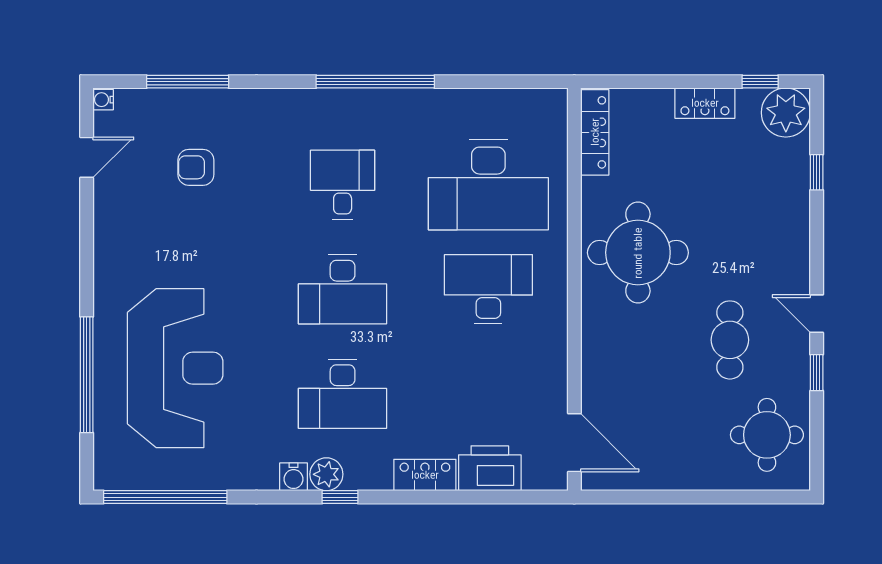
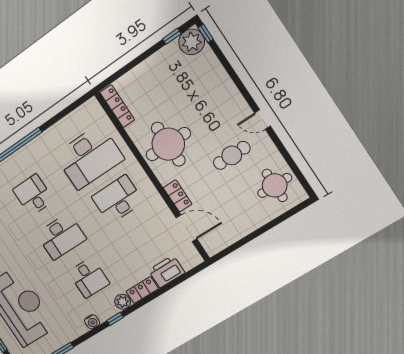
locker: (705, 103) -> (178, 196), moved, turned -90
window: (817, 172) -> (206, 33), moved
cafe table: (730, 340) -> (232, 155), turned 90
window: (817, 373) -> (279, 145), removed
desk: (343, 394) -> (89, 278), width x0.73
door: (574, 443) -> (186, 228), moved
plant: (326, 474) -> (123, 302), moved

